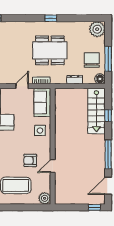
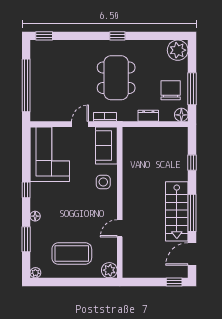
dining table: (50, 50) -> (116, 78), turned 90
stairs: (96, 111) -> (177, 211), moved
armchair: (30, 160) -> (91, 221), removed

